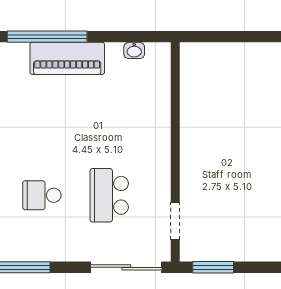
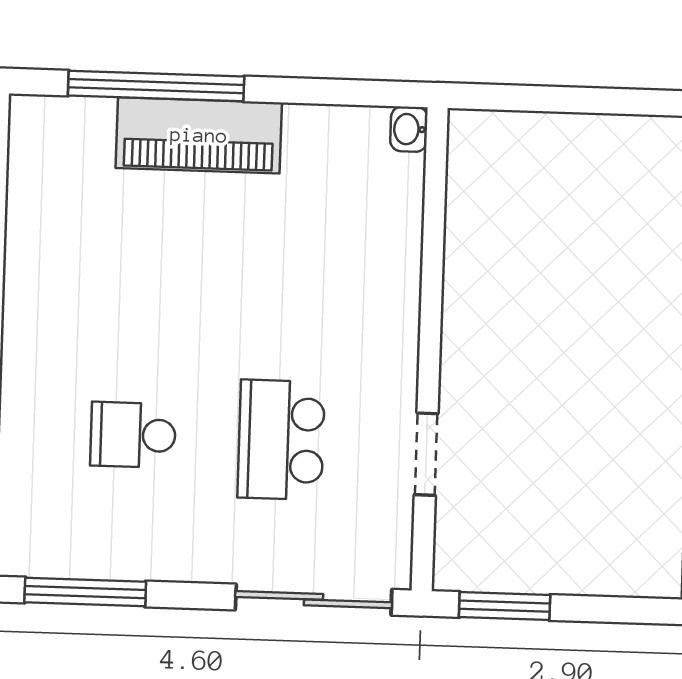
washbasin: (134, 50) -> (409, 129), moved, turned 90
doorway: (175, 221) -> (426, 454), moved

